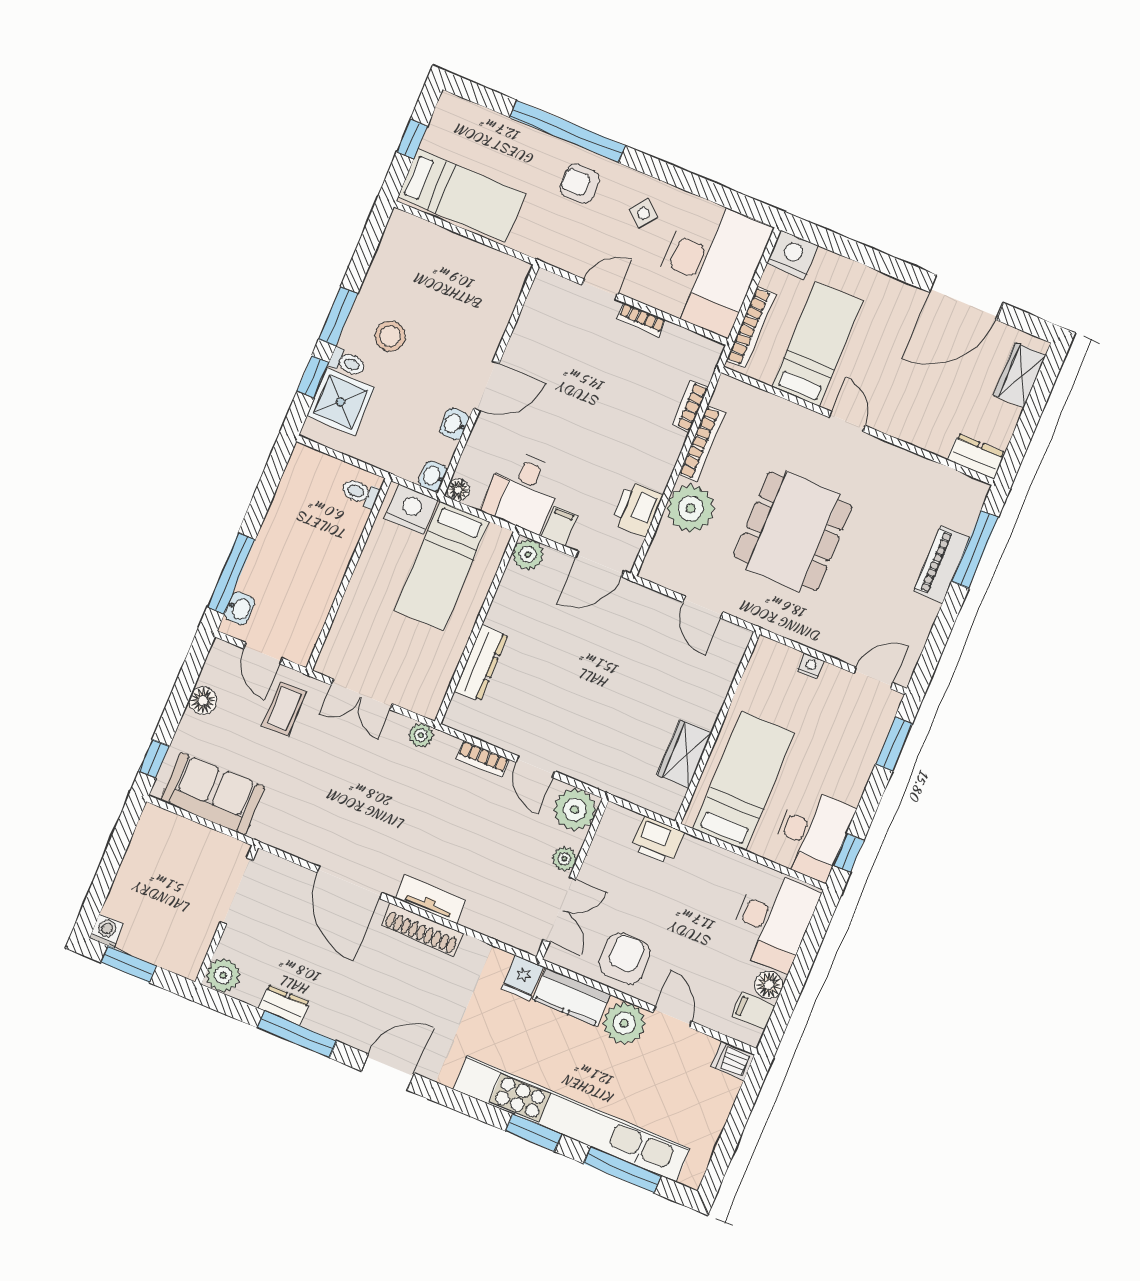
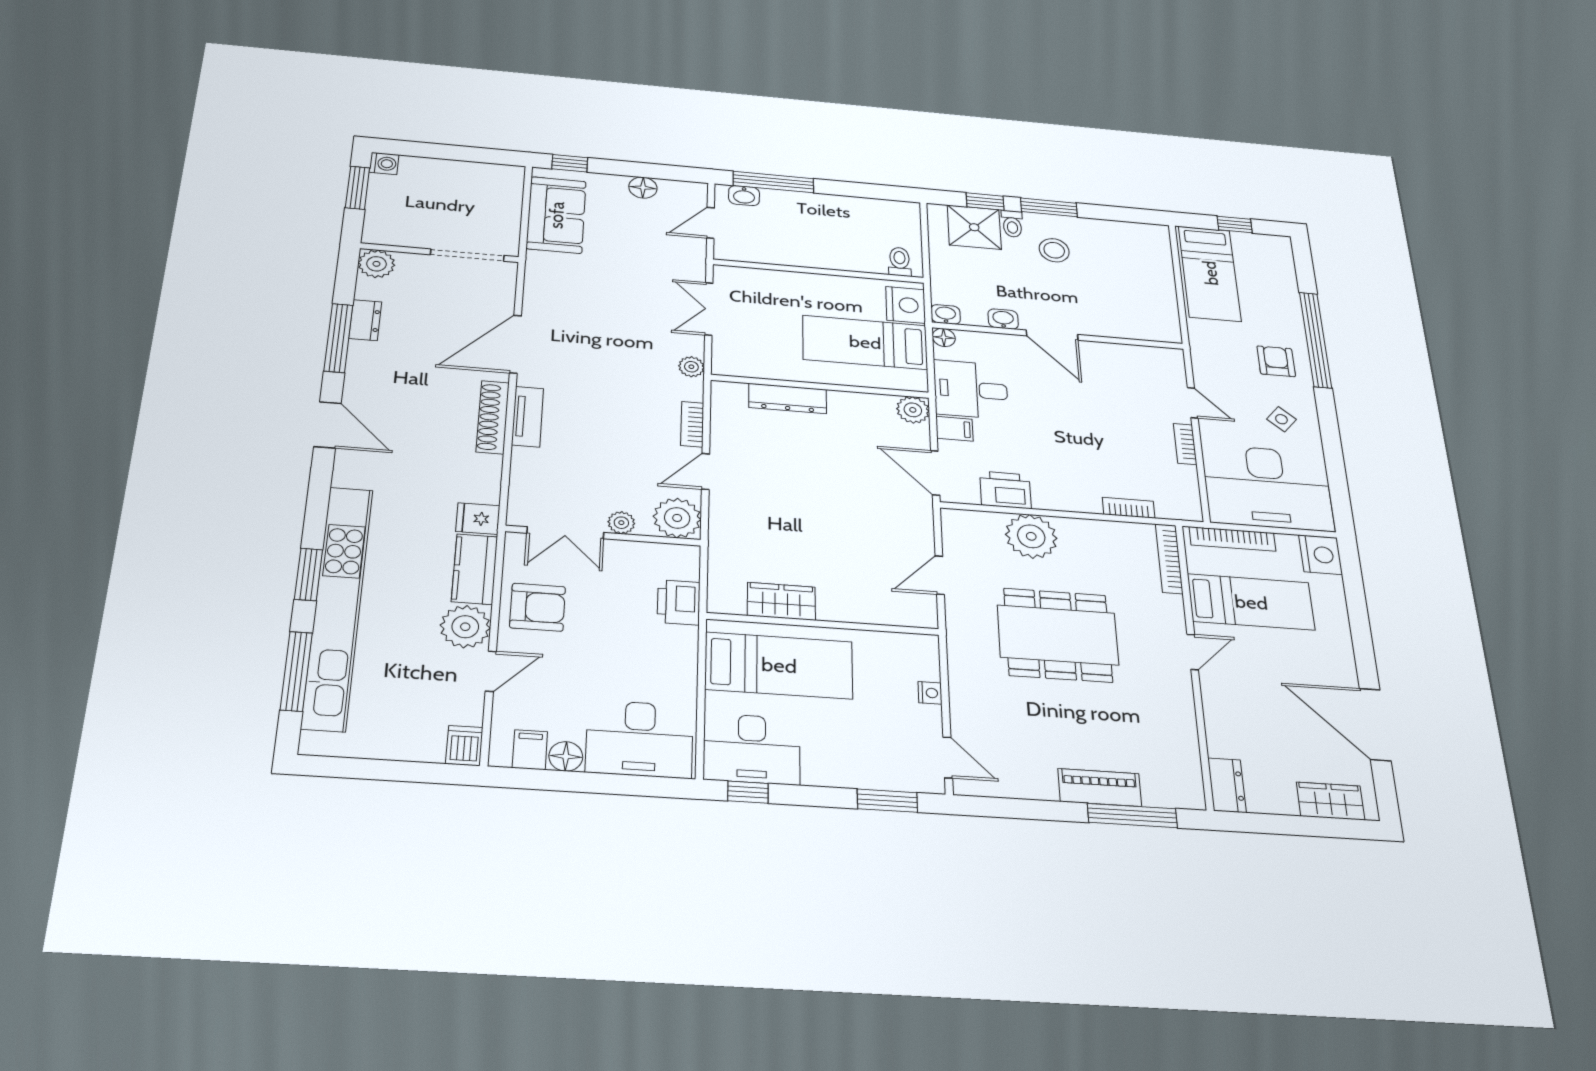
bookcase: (702, 444) -> (1169, 559), moved, turned 90
coffee table: (284, 709) -> (665, 251), removed

